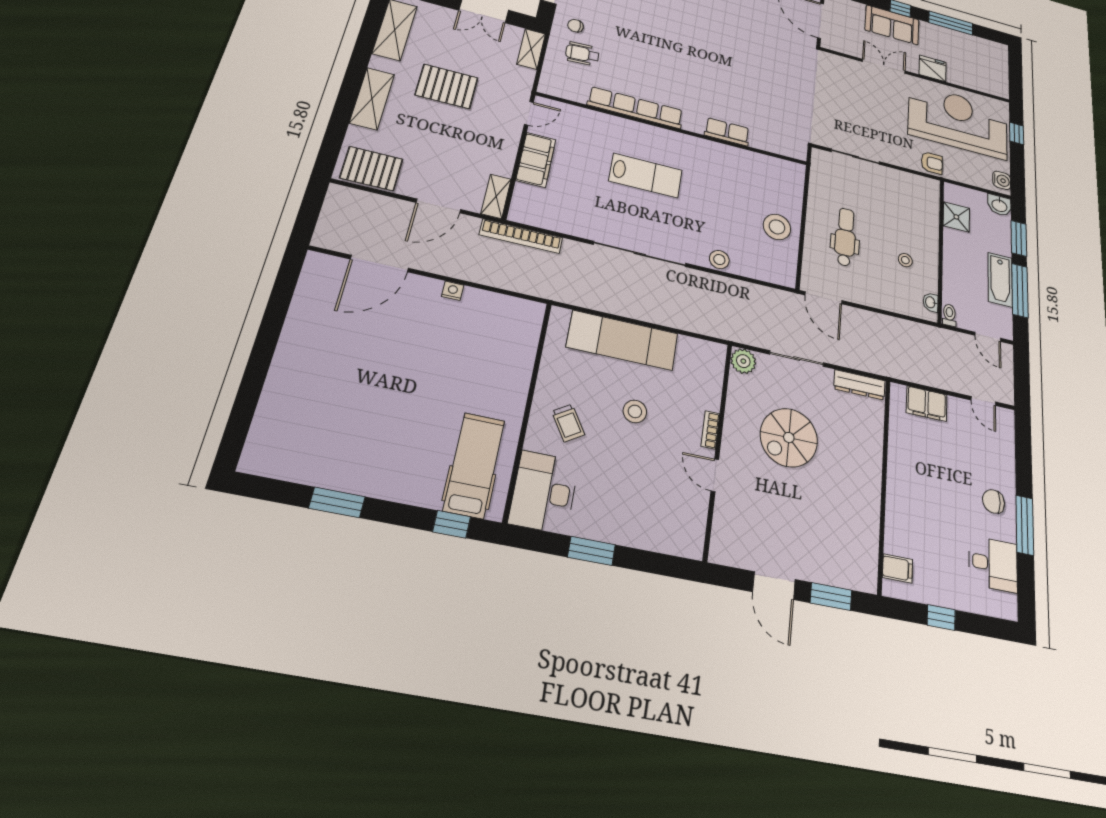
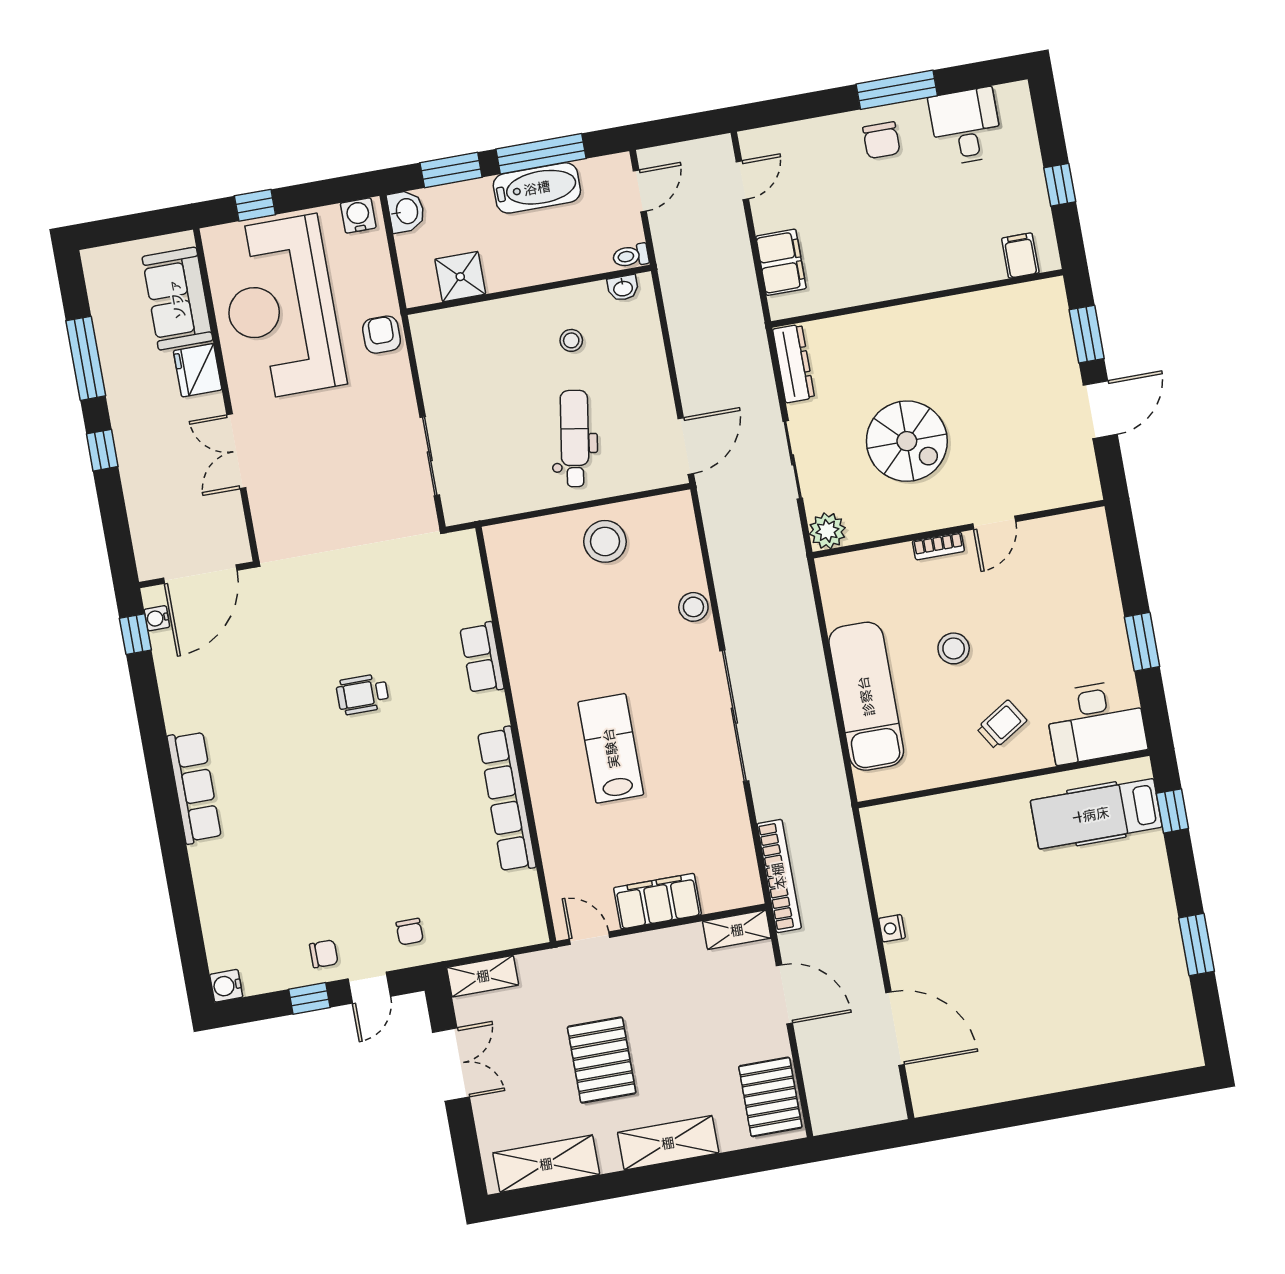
sofa: (892, 25) -> (177, 299), moved, turned 180
wheelchair: (582, 54) -> (363, 694), moved, turned 94
dental chair: (845, 237) -> (575, 439), turned 99

